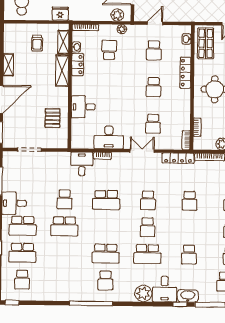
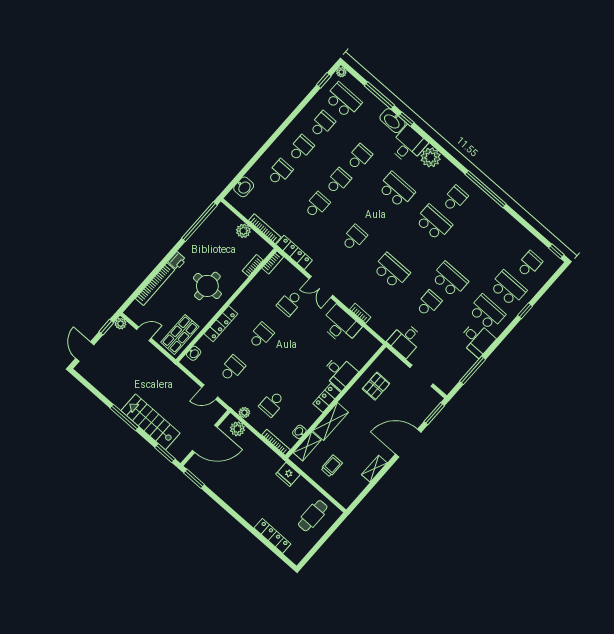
locker: (78, 65) -> (327, 398), moved
school desk: (153, 124) -> (290, 303), turned 180
desk: (82, 164) -> (405, 340), moved
school desk: (148, 227) -> (338, 181), moved

